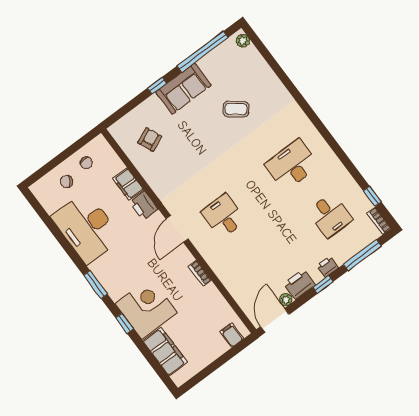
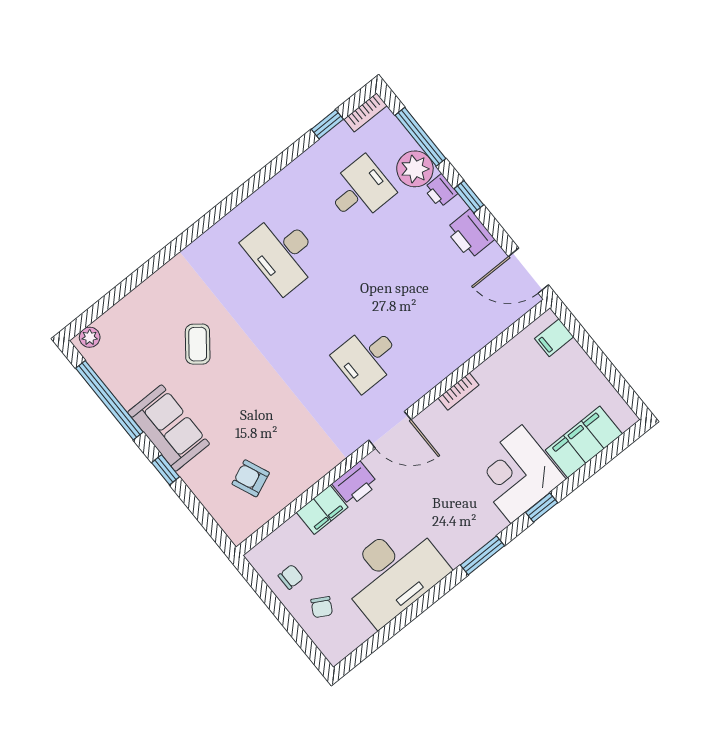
plant: (286, 300) -> (415, 169), moved, width x1.88, depth x1.88

